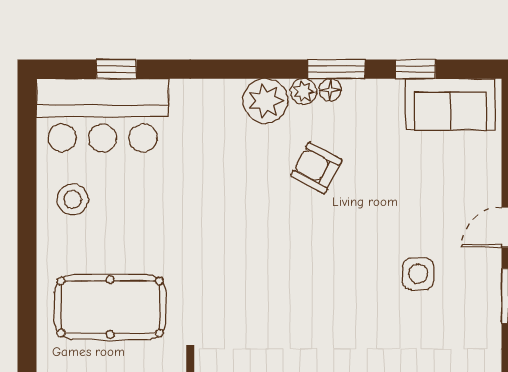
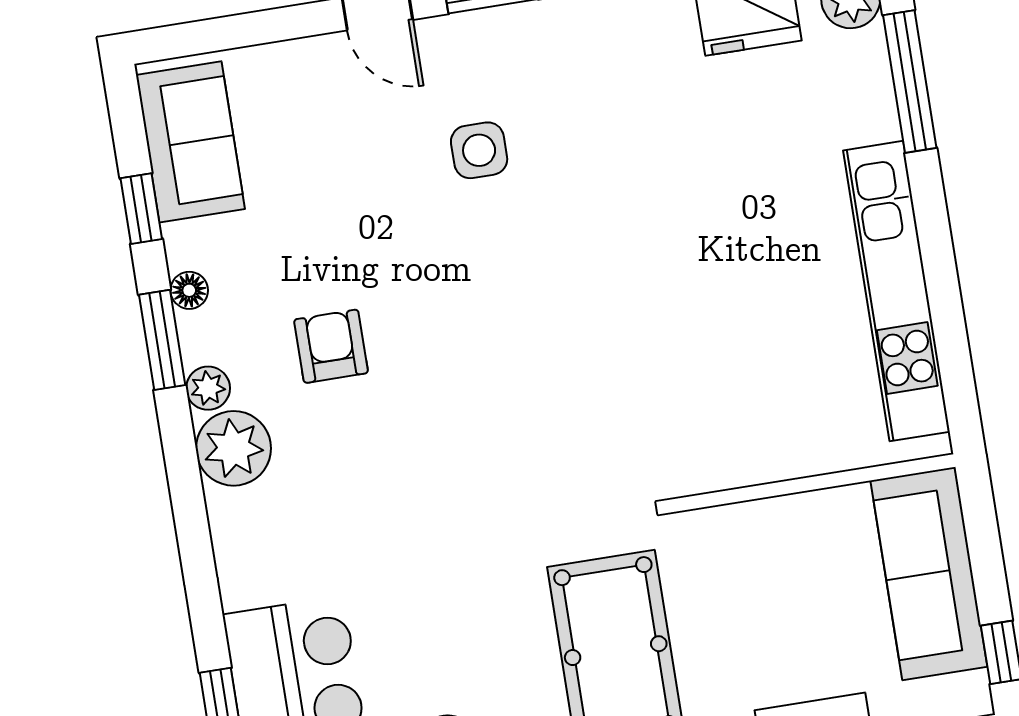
floor lamp: (330, 90) -> (189, 290), moved
armchair: (317, 168) -> (331, 346), turned 152

